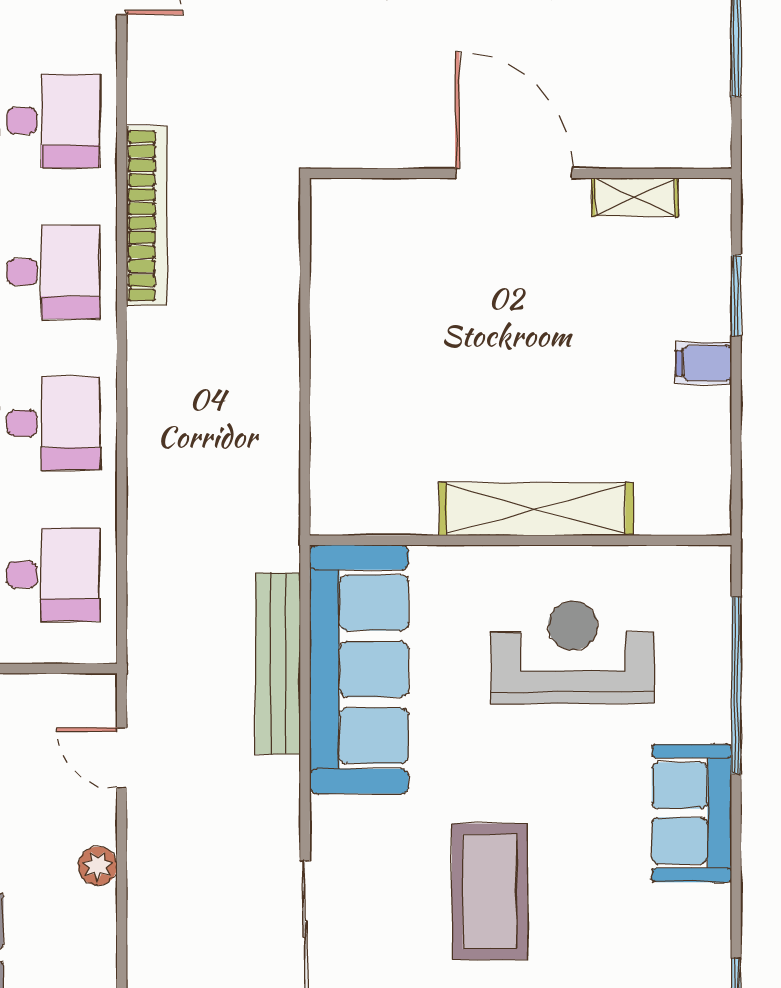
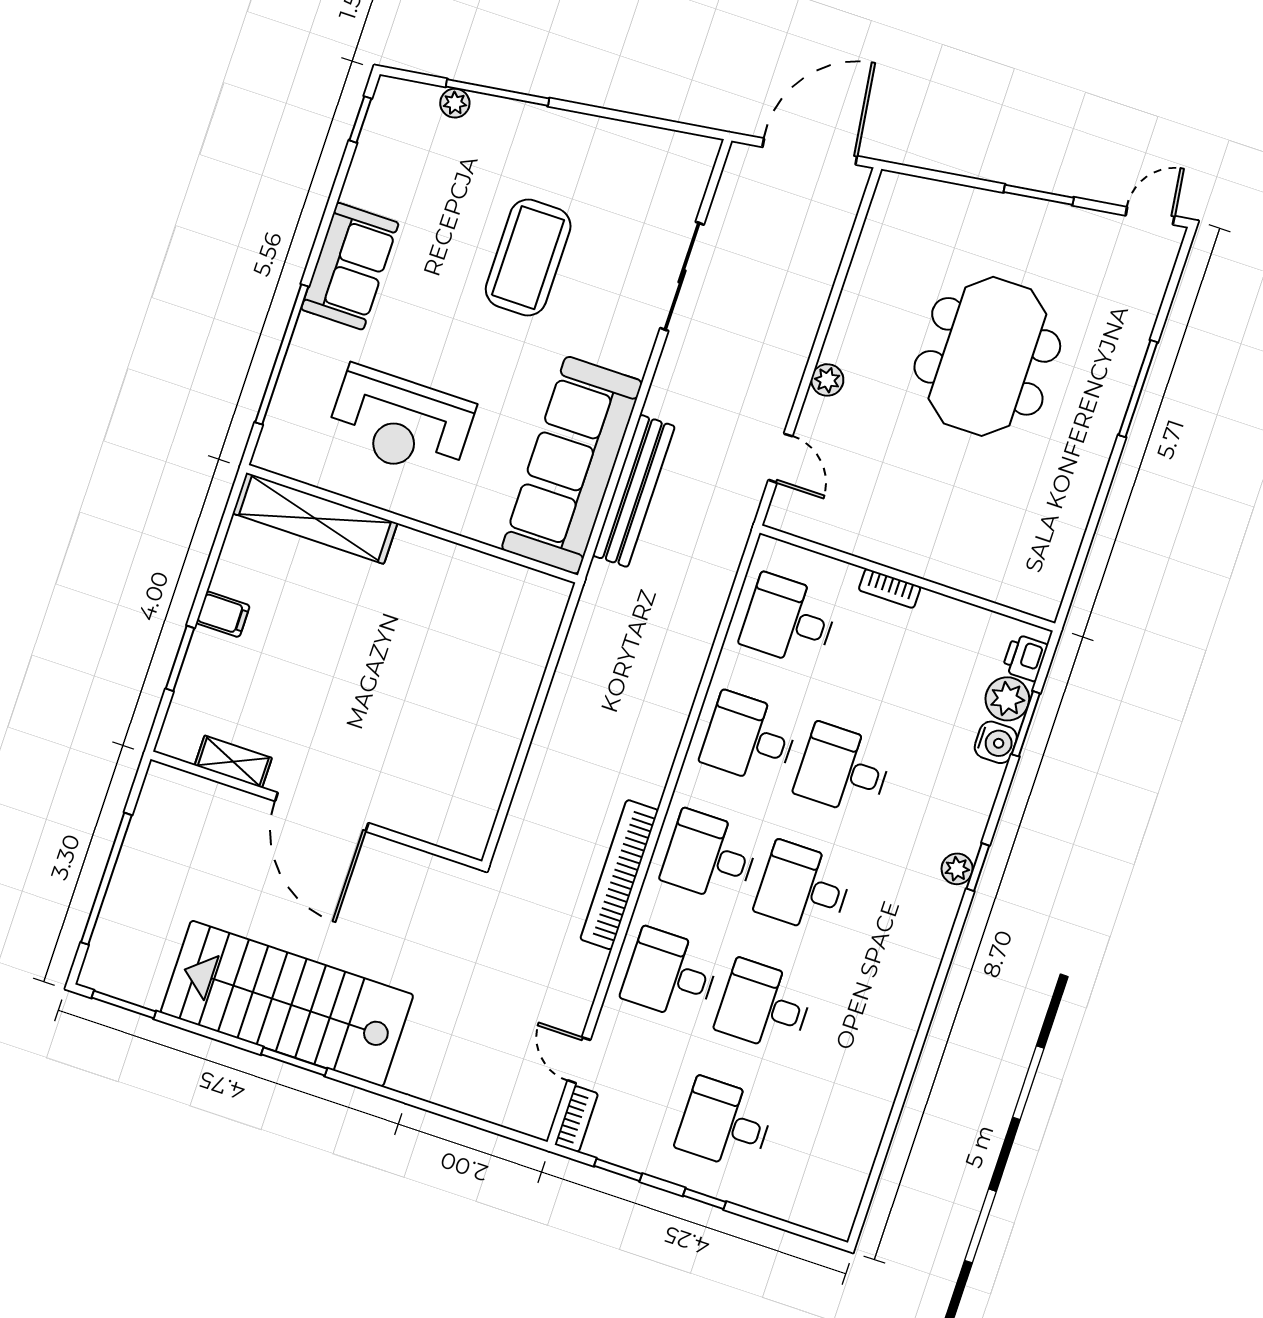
shelving: (536, 509) -> (315, 518), moved

